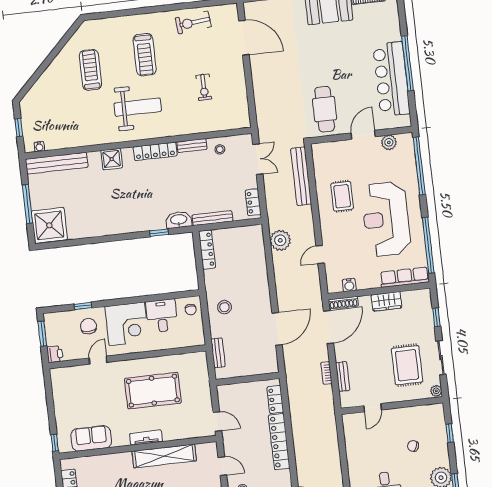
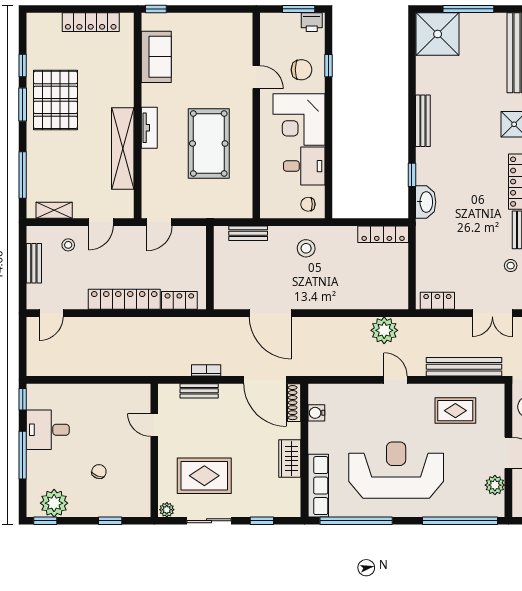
rug: (342, 196) -> (455, 411), moved
bench: (212, 218) -> (423, 121), moved
door: (320, 254) -> (396, 380), moved
printer: (55, 354) -> (312, 22), moved

